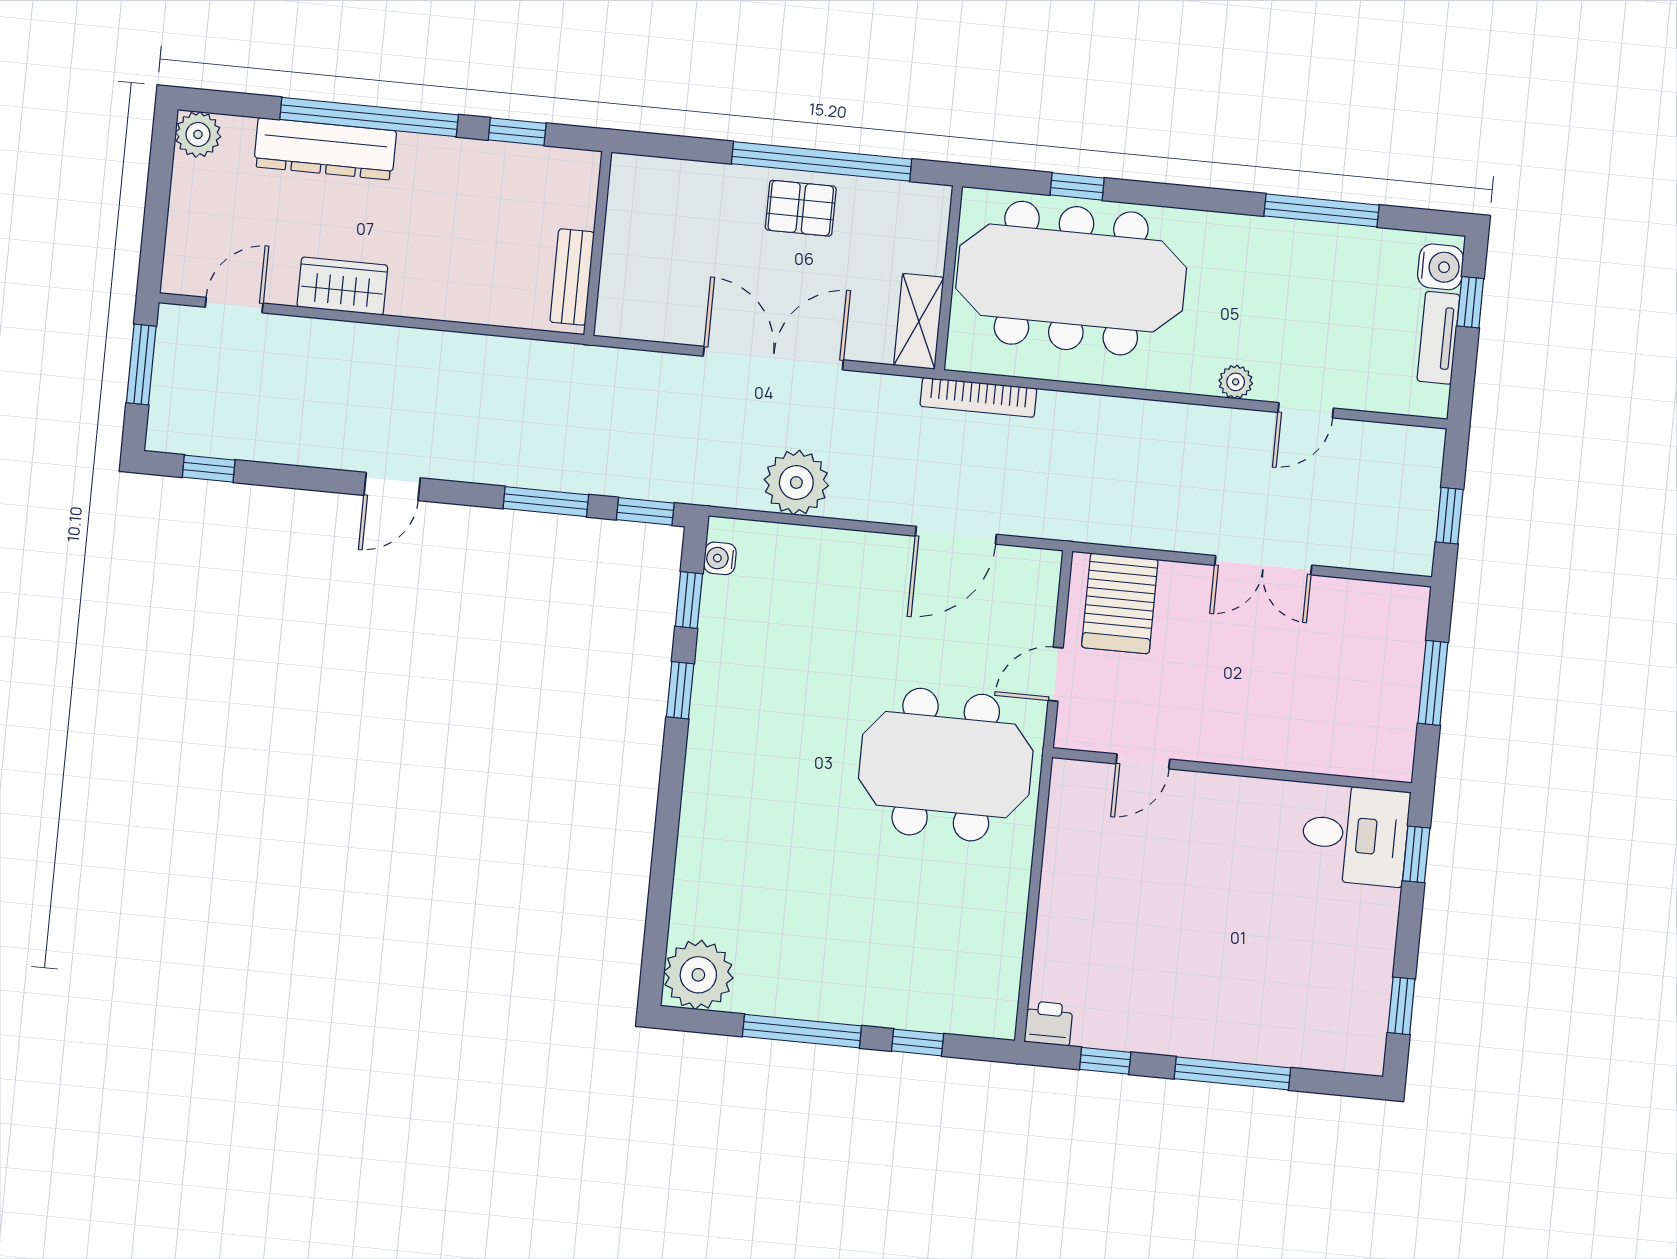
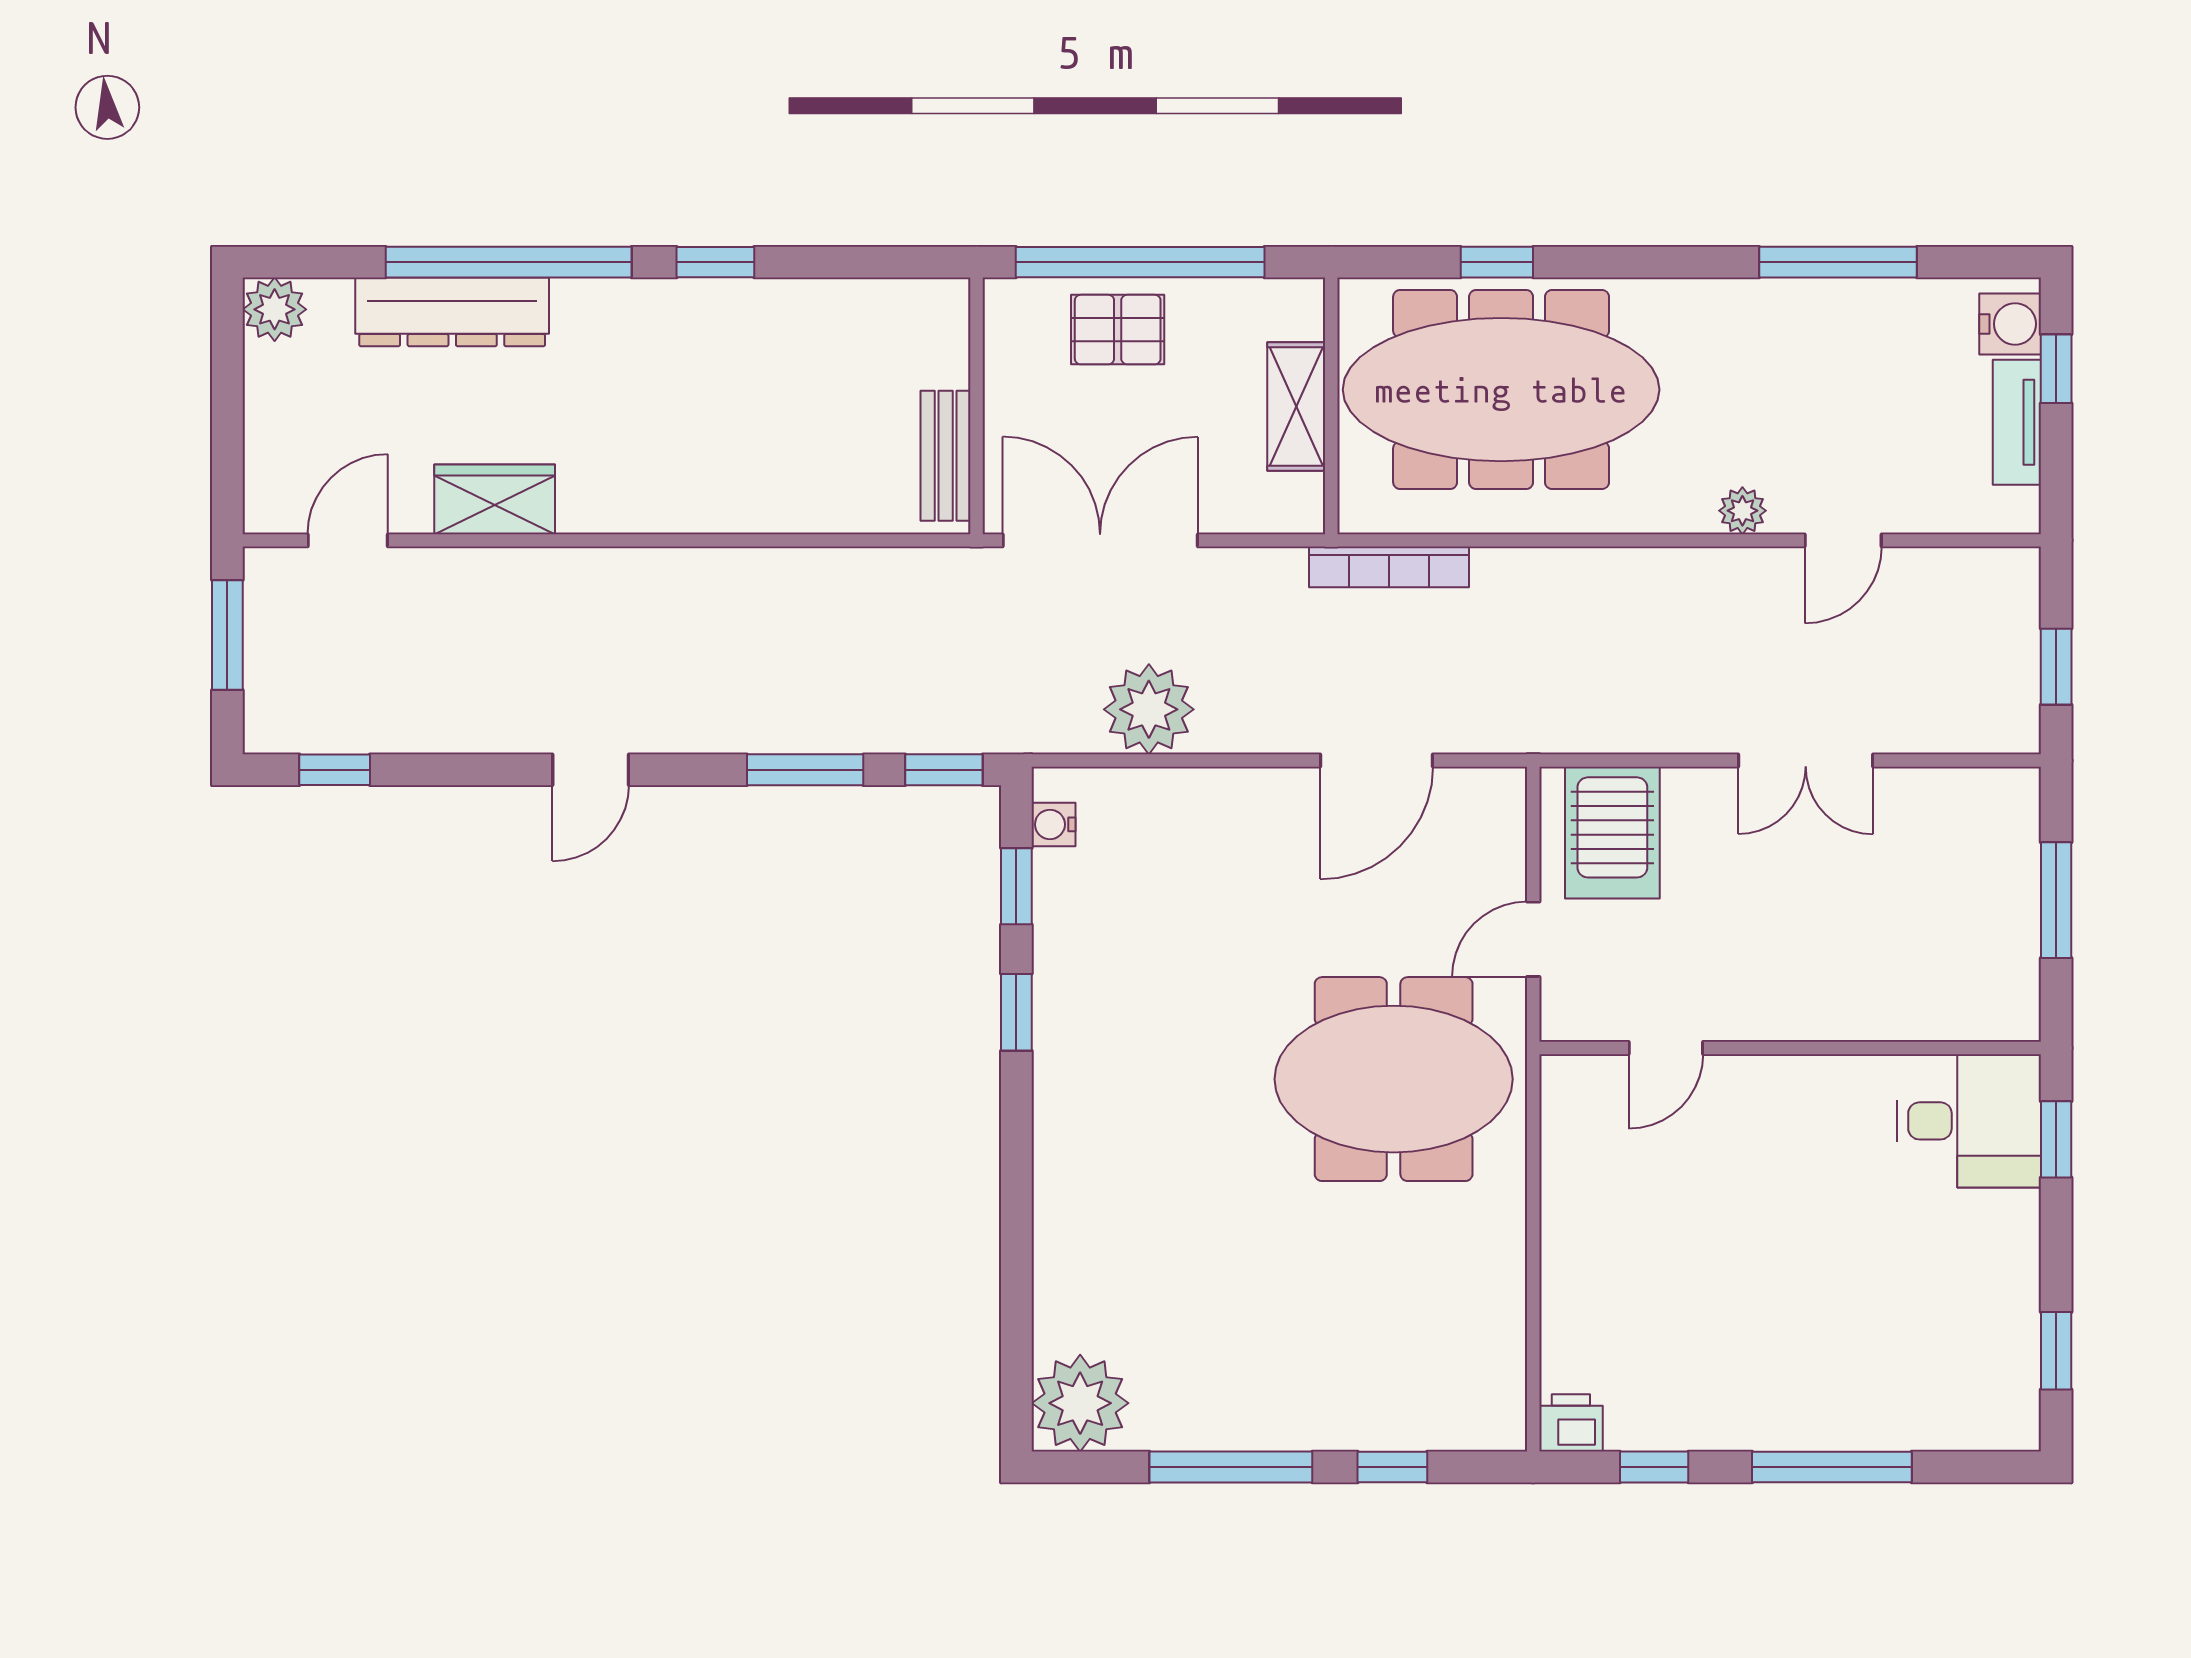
wall: (598, 243) -> (977, 406), moved
bench: (572, 277) -> (946, 456), moved
shelving: (919, 321) -> (1296, 406), moved

